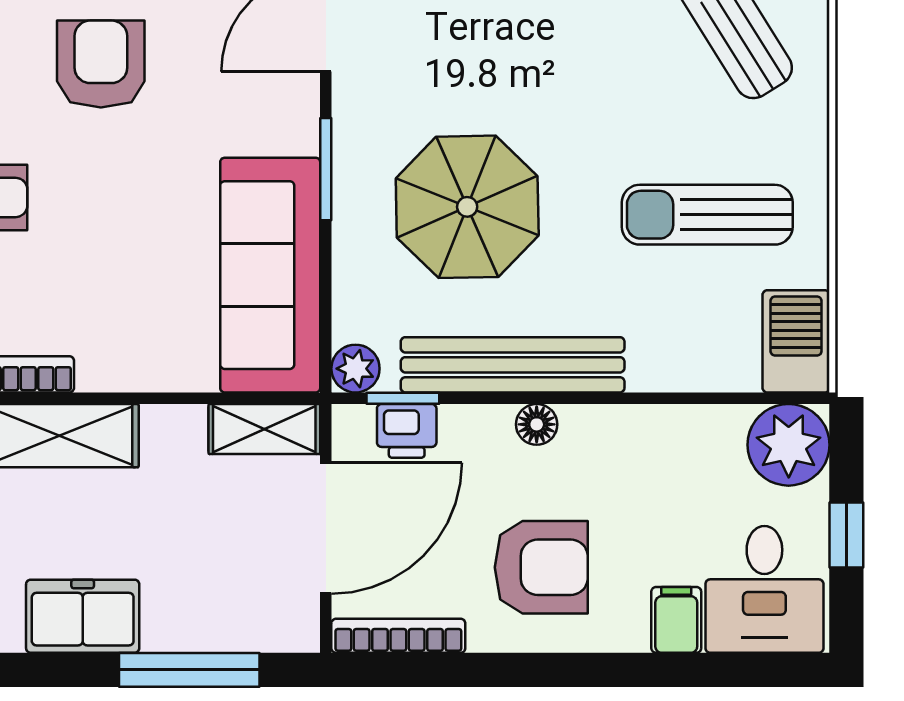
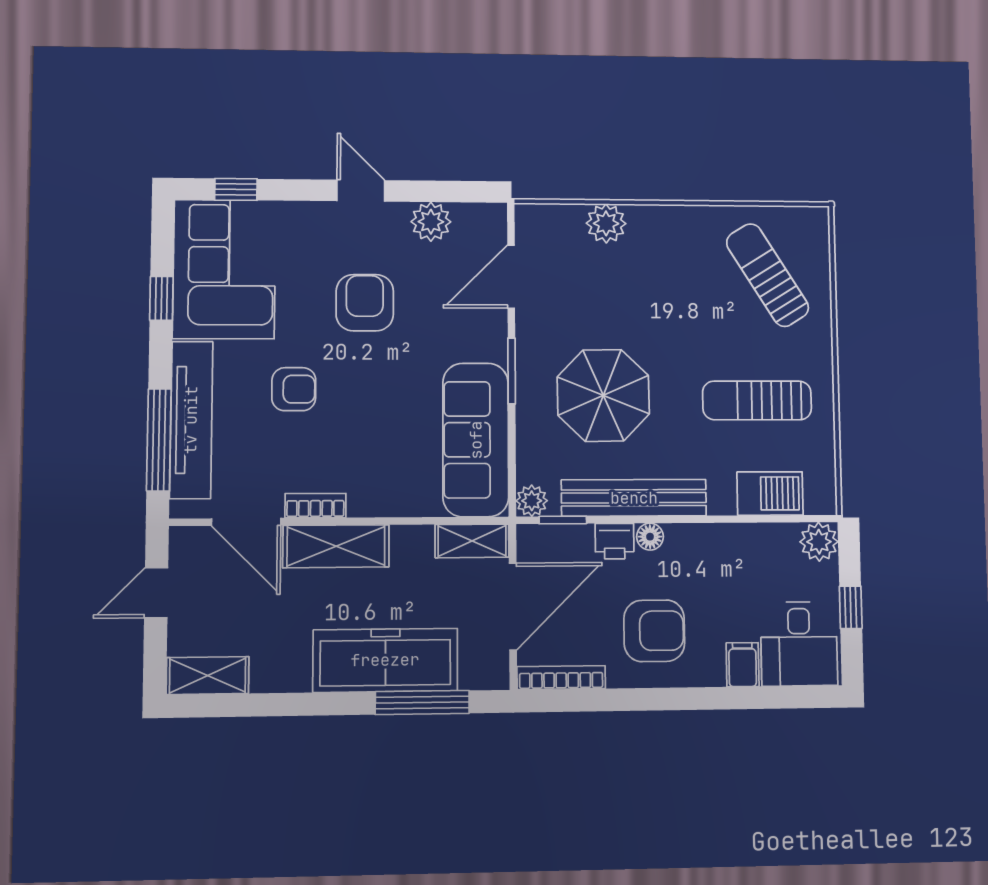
barbecue: (796, 341) -> (770, 493), moved, turned 90
printer: (407, 431) -> (615, 541), moved
plant: (789, 445) -> (819, 542), width x0.73, depth x0.73
freezer: (83, 616) -> (385, 660), width x1.91, depth x1.26

